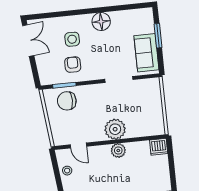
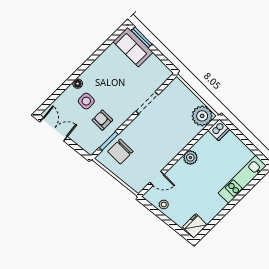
floor lamp: (101, 22) -> (78, 84), moved, width x0.53, depth x0.53
window: (158, 36) -> (142, 37), moved
sofa: (146, 53) -> (133, 47), moved
plant: (115, 129) -> (202, 116), moved

